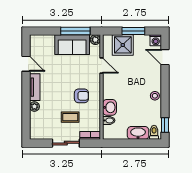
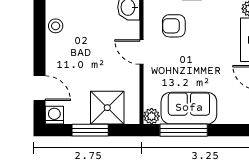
door: (102, 66) -> (141, 52), moved

